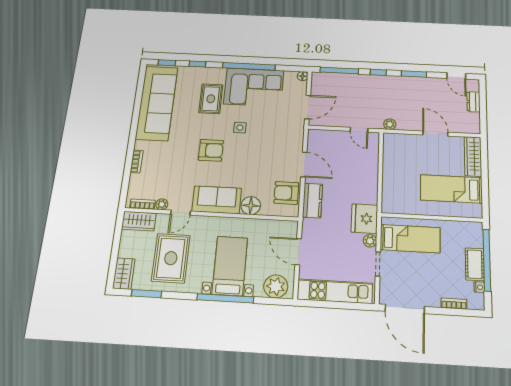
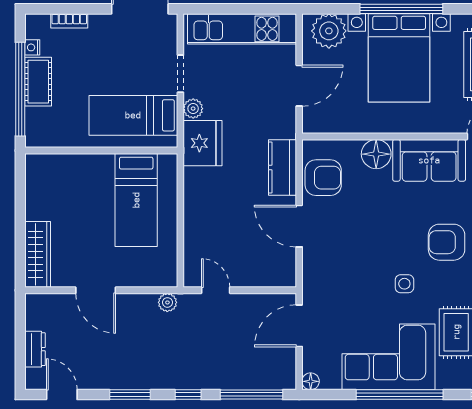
bed: (451, 189) -> (136, 200), moved, turned 90
door: (298, 252) -> (299, 86), hinge flipped
bed with nightstands: (230, 266) -> (399, 58), width x1.36

